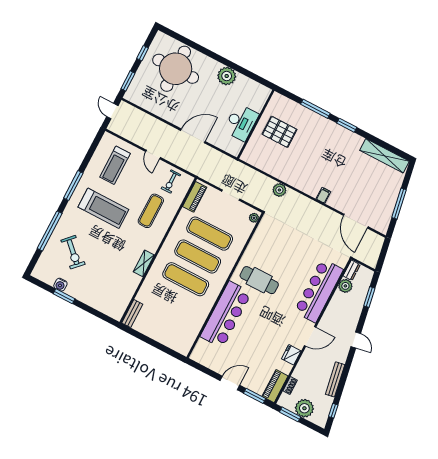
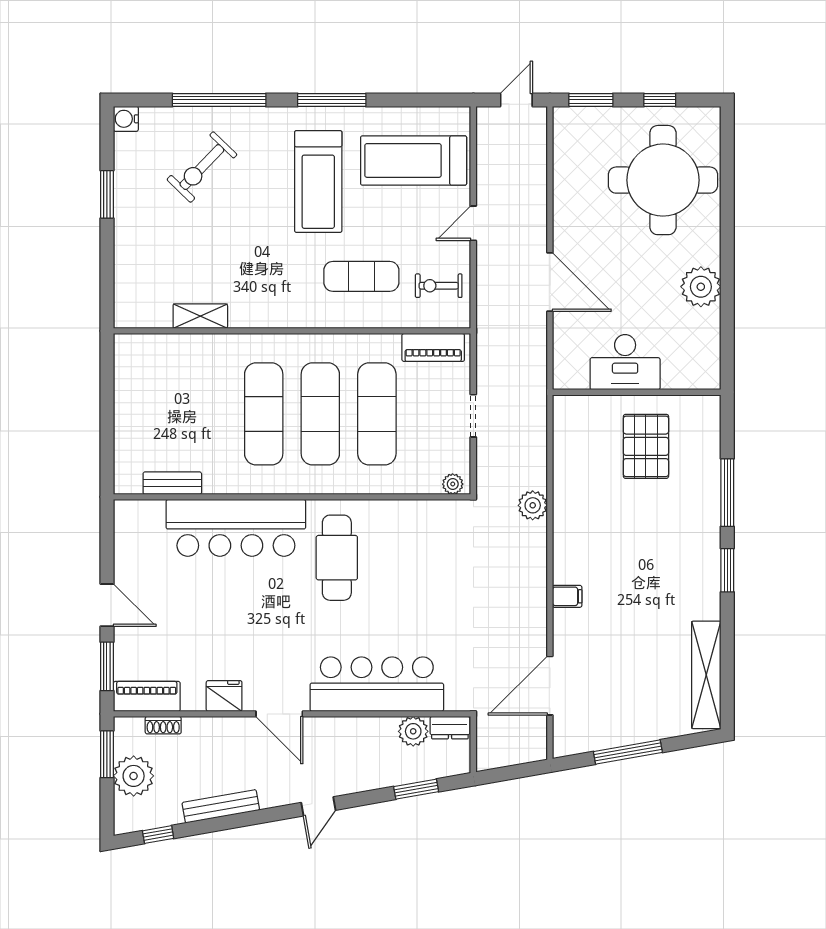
treadmill: (115, 165) -> (414, 160), width x1.37, depth x1.38
shelving: (144, 263) -> (200, 316), moved
water cooler: (60, 285) -> (126, 119), moved
bench: (132, 314) -> (172, 483), moved

